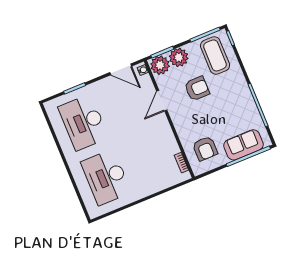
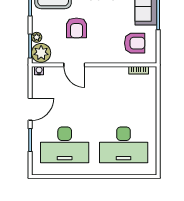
plant: (179, 57) -> (37, 37), width x0.53, depth x0.53
door: (121, 69) -> (30, 109), moved
armchair: (197, 89) -> (77, 28), turned 180

